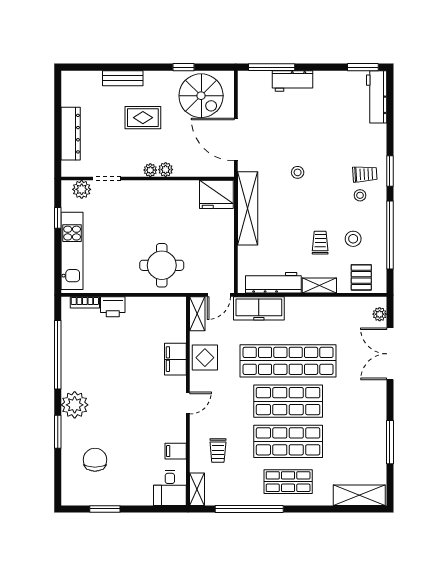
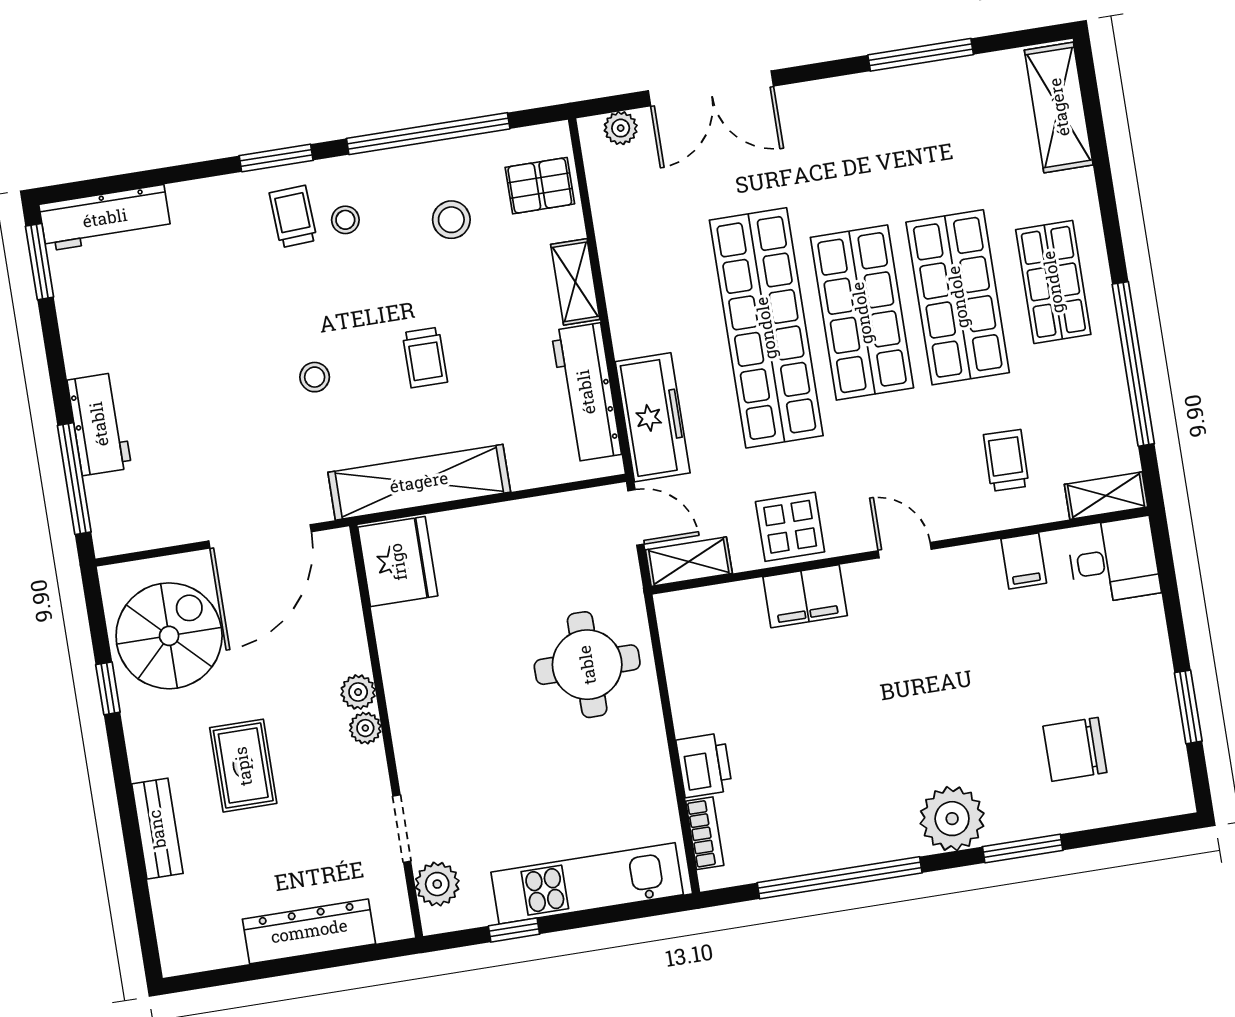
trolley: (320, 243) -> (425, 357), moved, turned -90
trolley: (218, 450) -> (1006, 460), turned -89

